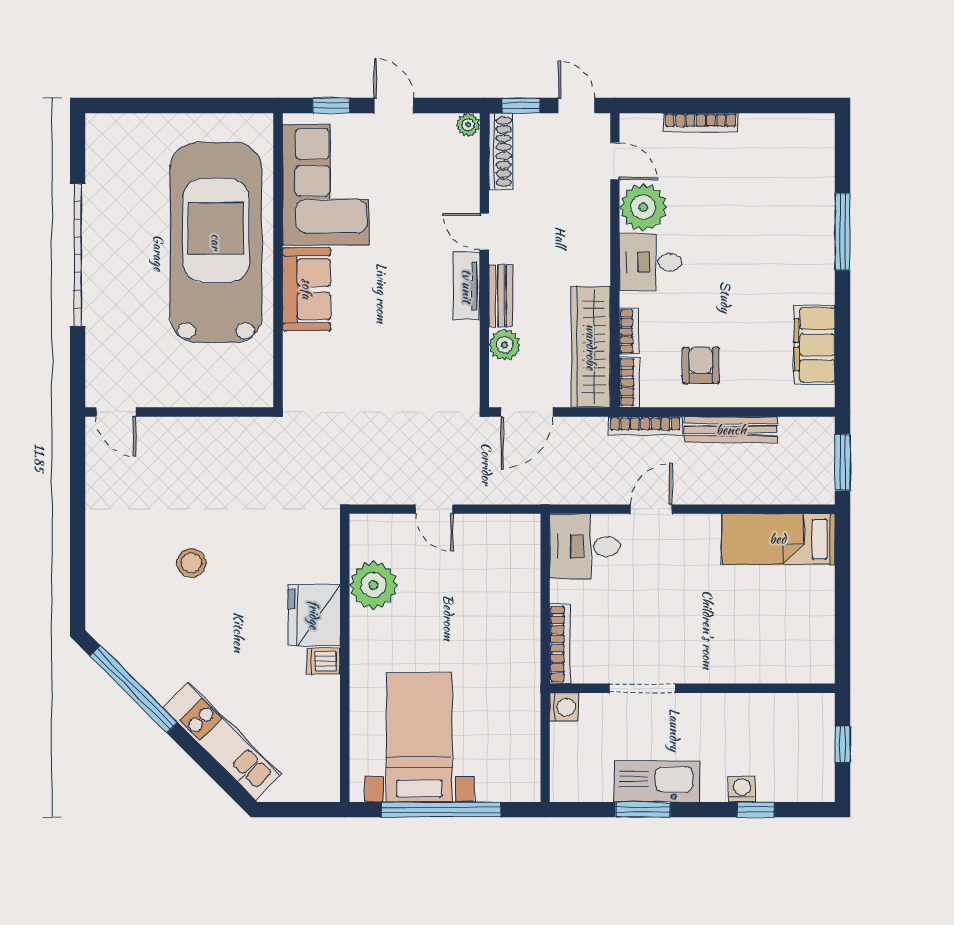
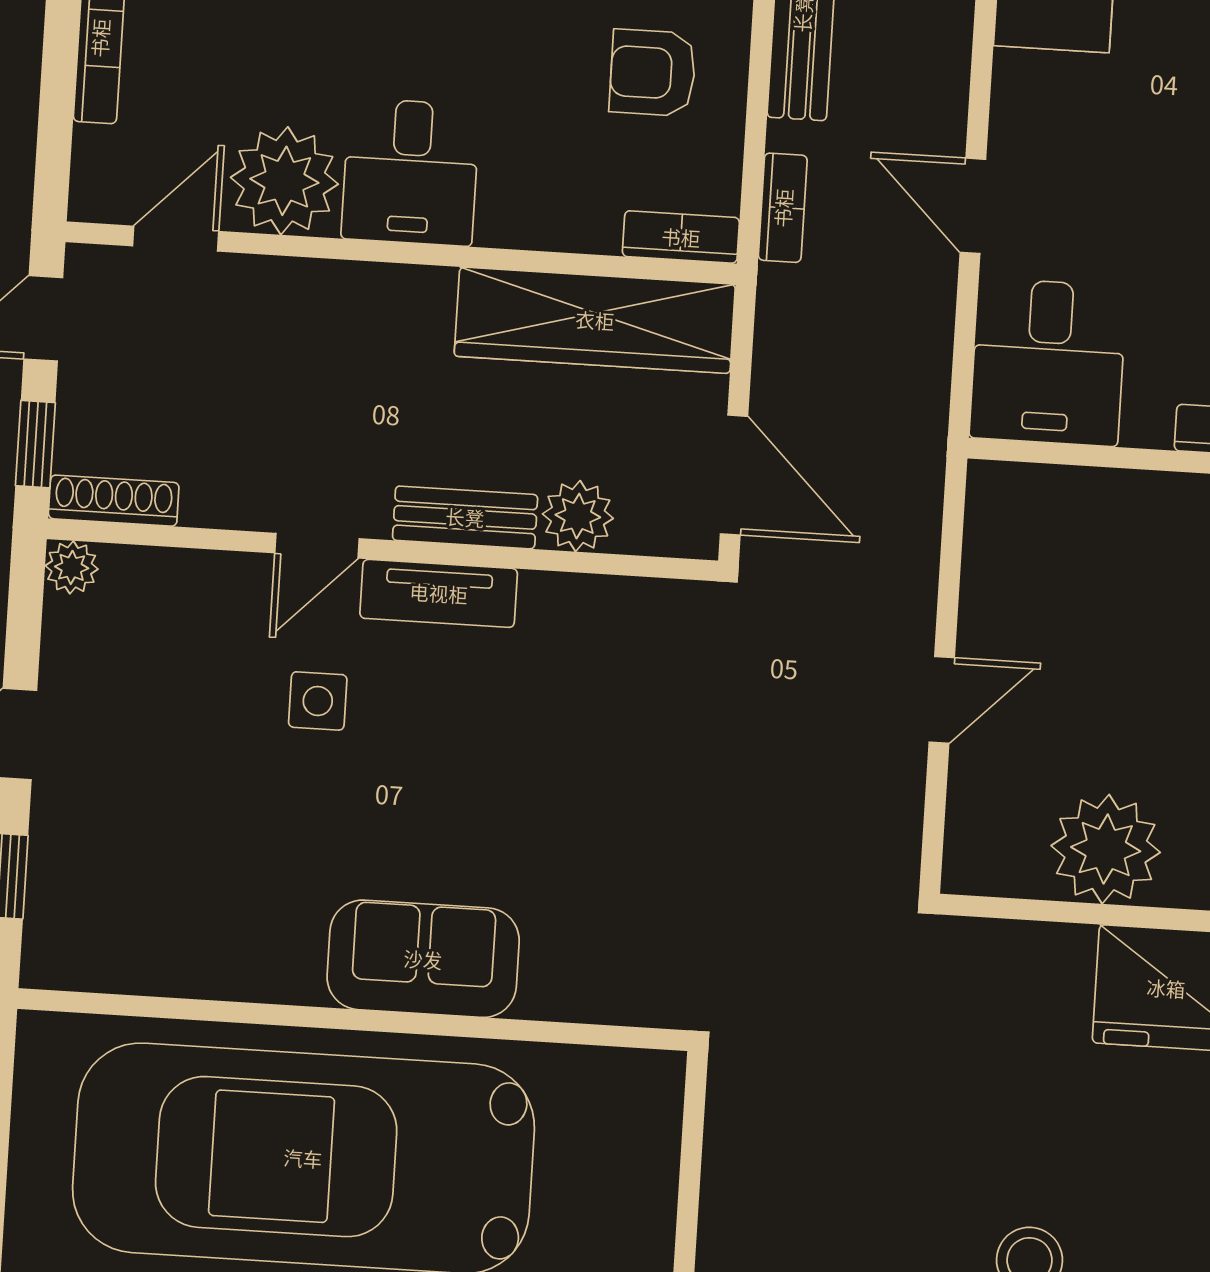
shoe rack: (501, 151) -> (114, 501), width x0.74, depth x0.81
corner sofa: (326, 185) -> (188, 900), removed
side table: (416, 236) -> (318, 701), added
bookcase: (629, 331) -> (565, 231), removed
bookcase: (645, 426) -> (783, 208), width x0.64

